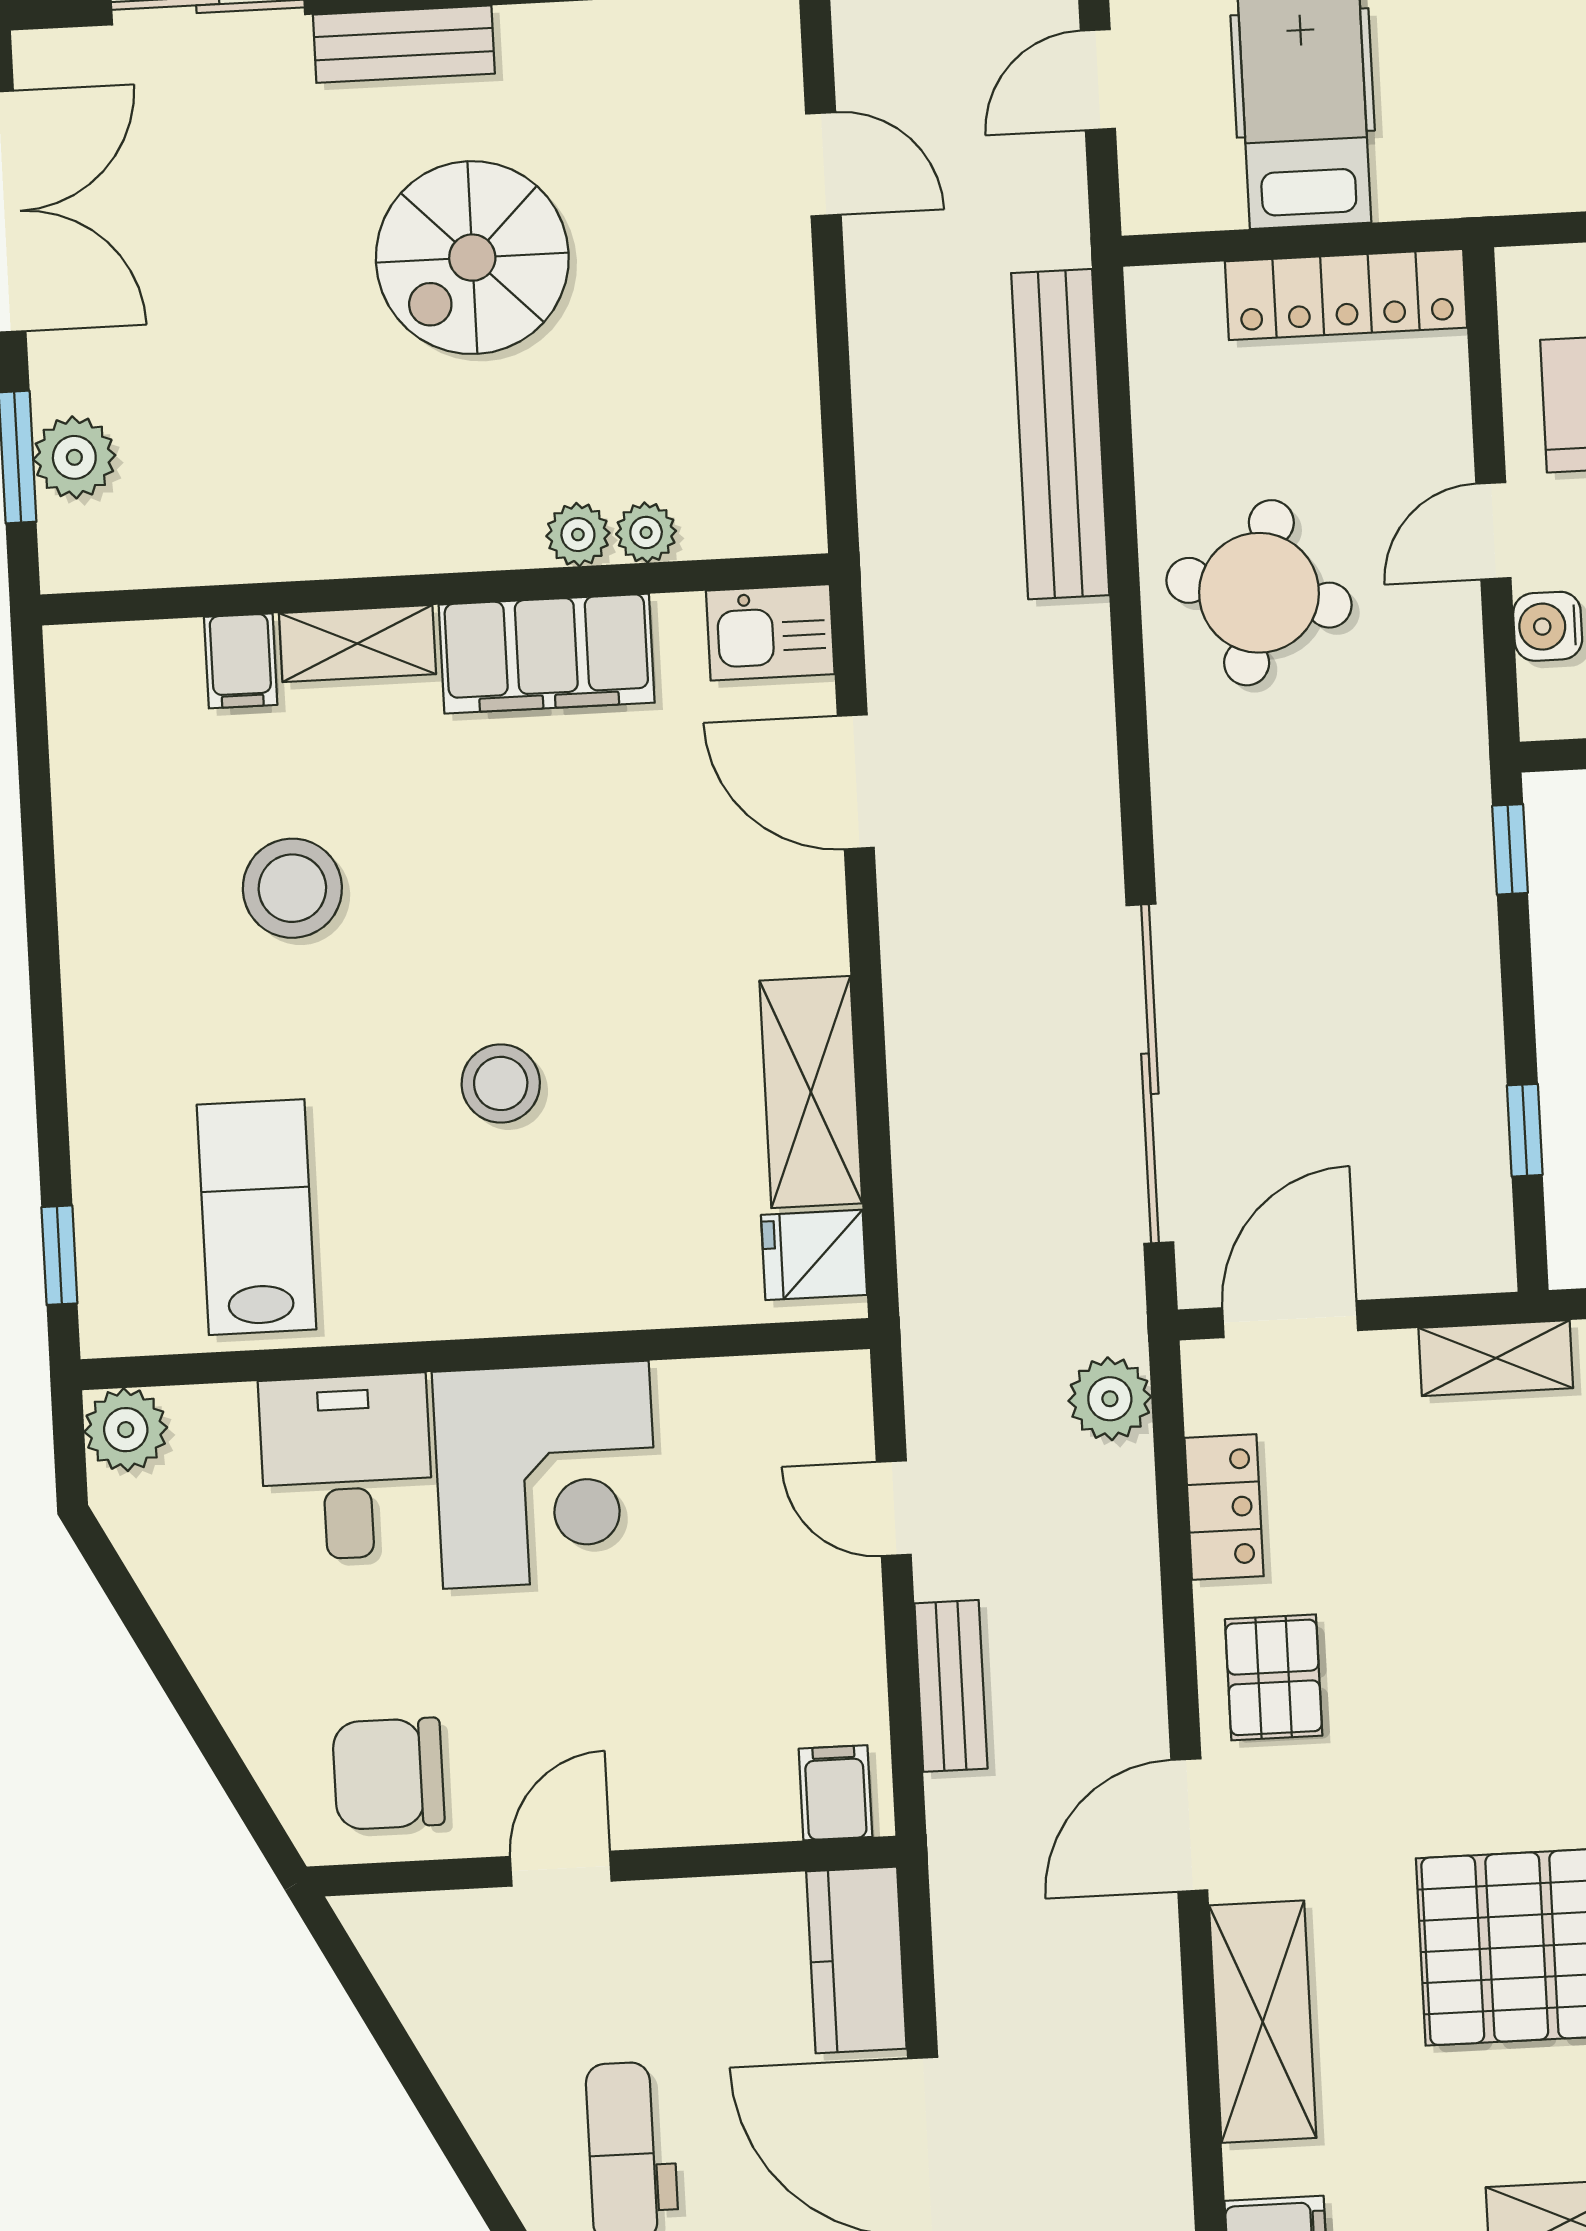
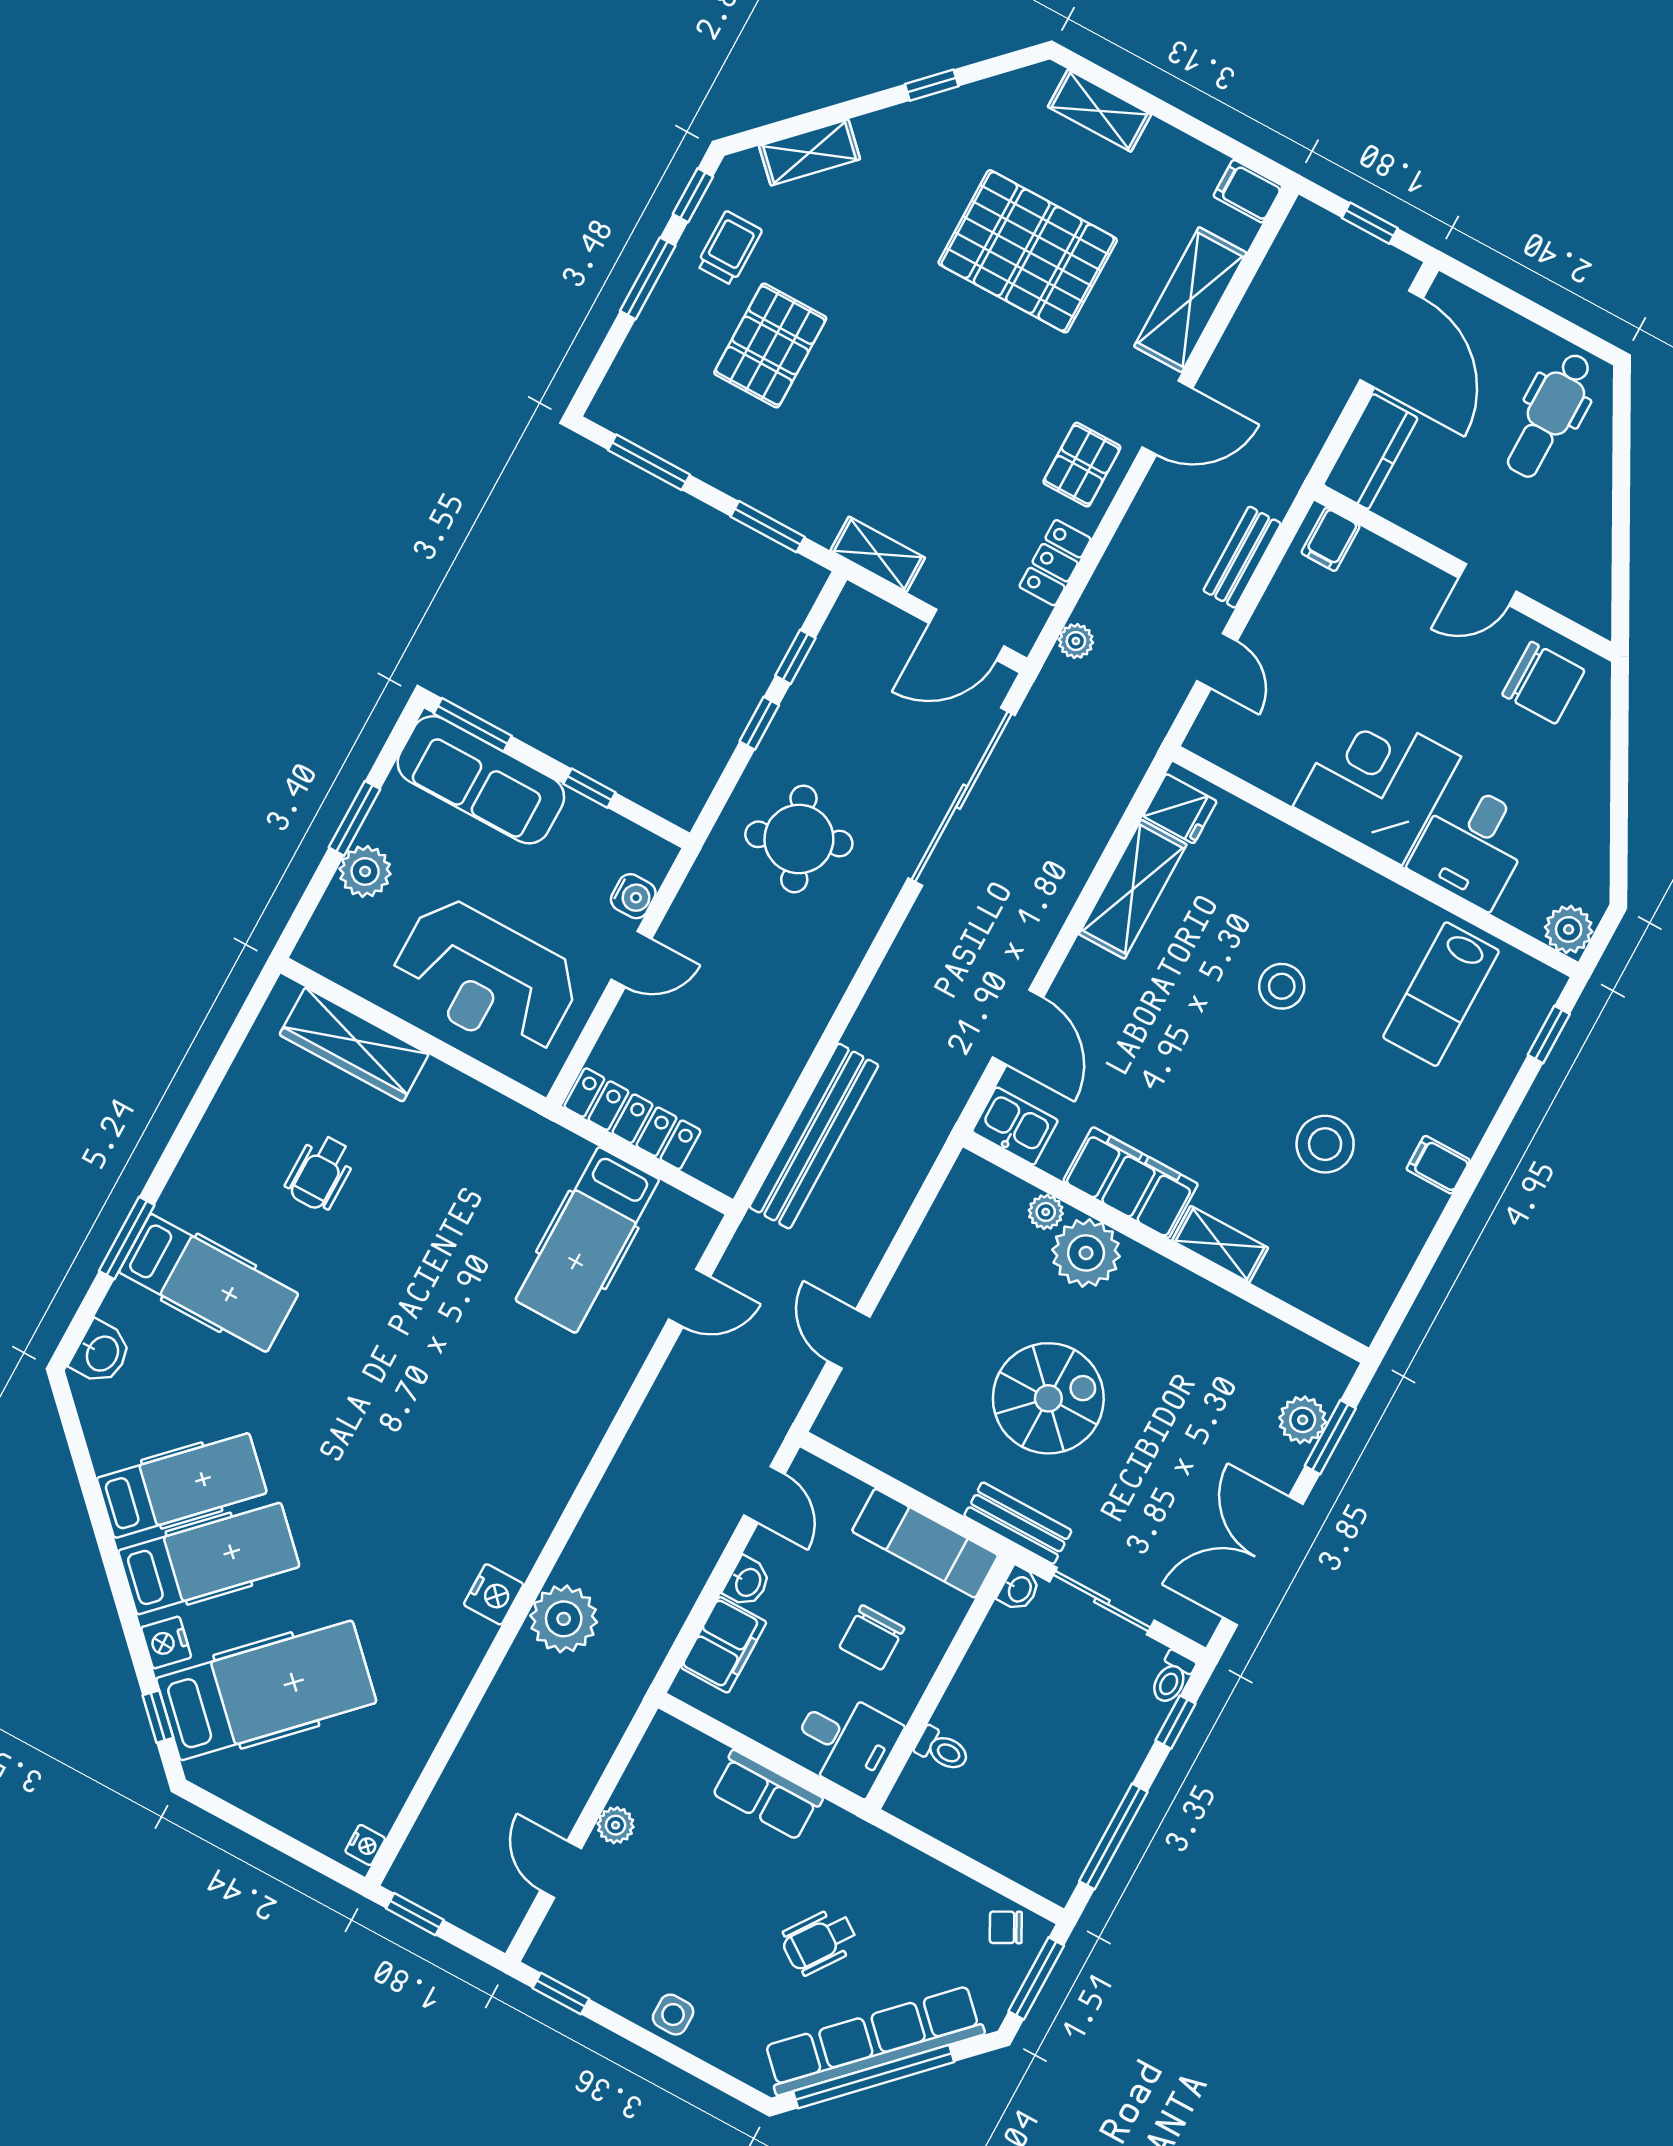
plant: (578, 535) -> (1086, 1253), width x1.87, depth x1.87
round table: (1259, 593) -> (799, 839), moved, turned -35
filing cabinet: (241, 661) -> (1438, 1165), moved, turned -90
window: (1510, 849) -> (759, 723), moved
plant: (1110, 1399) -> (1076, 641), width x0.73, depth x0.73

